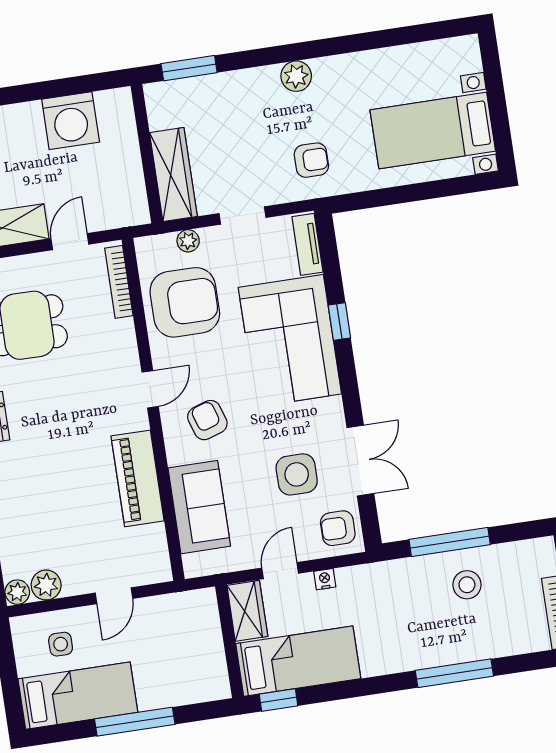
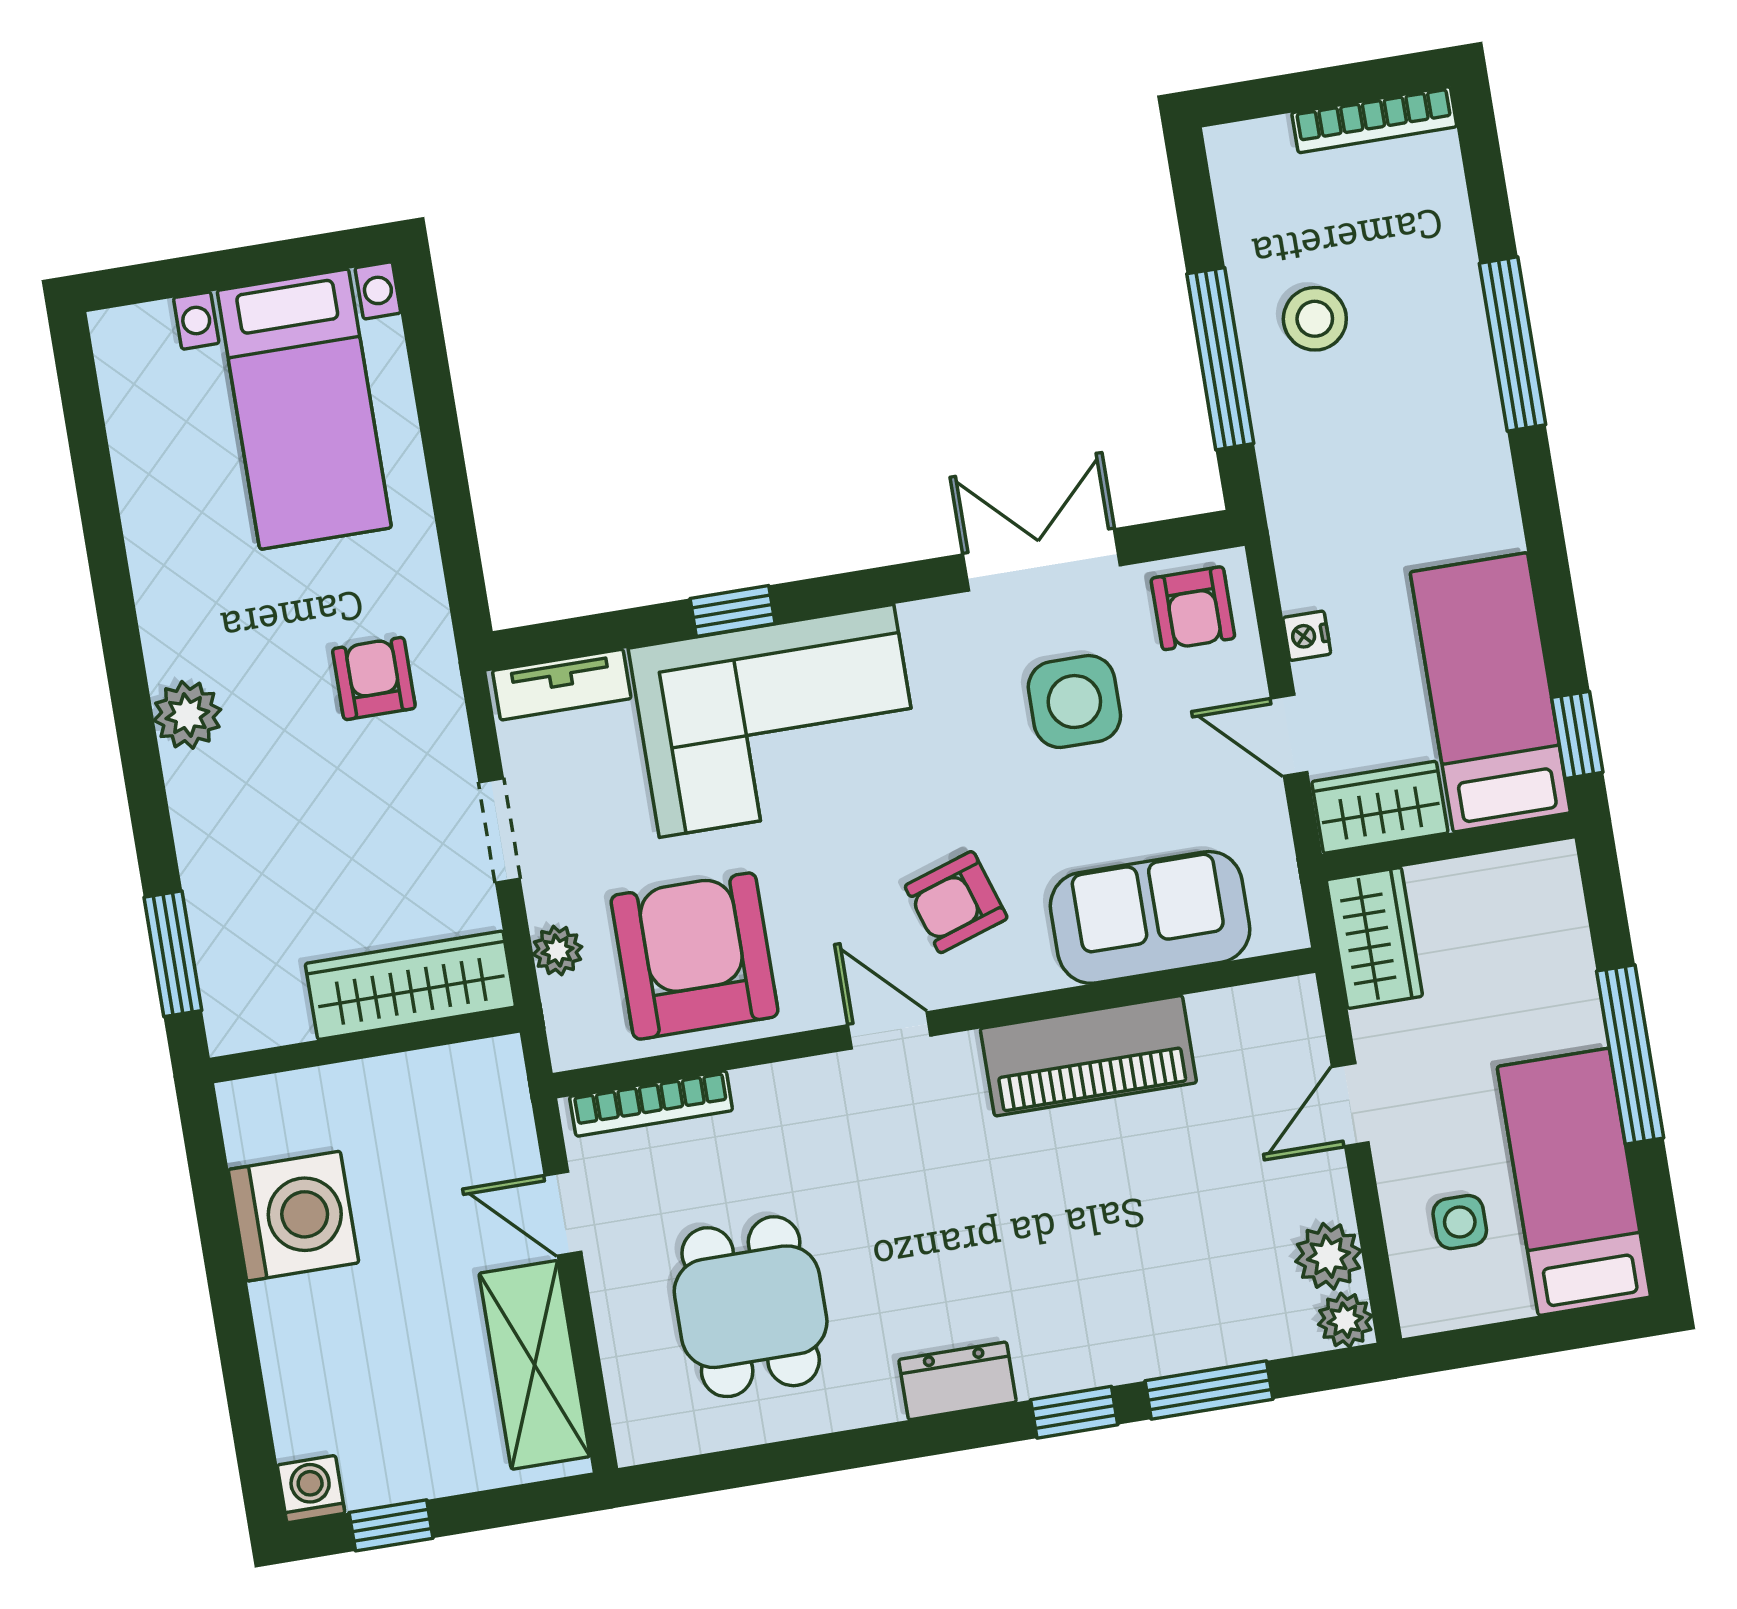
door: (114, 596) -> (1350, 1105), swing flipped
wardrobe: (189, 608) -> (1374, 938), added

